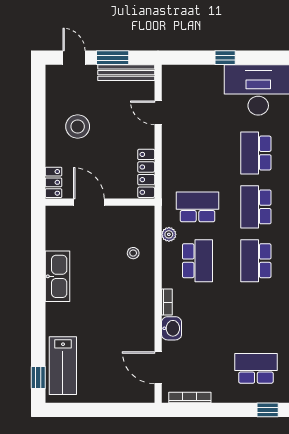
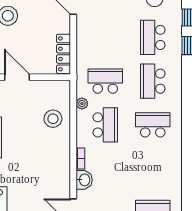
stool: (133, 253) -> (53, 119), width x1.89, depth x1.89
school desk: (256, 261) -> (153, 125), turned 90

